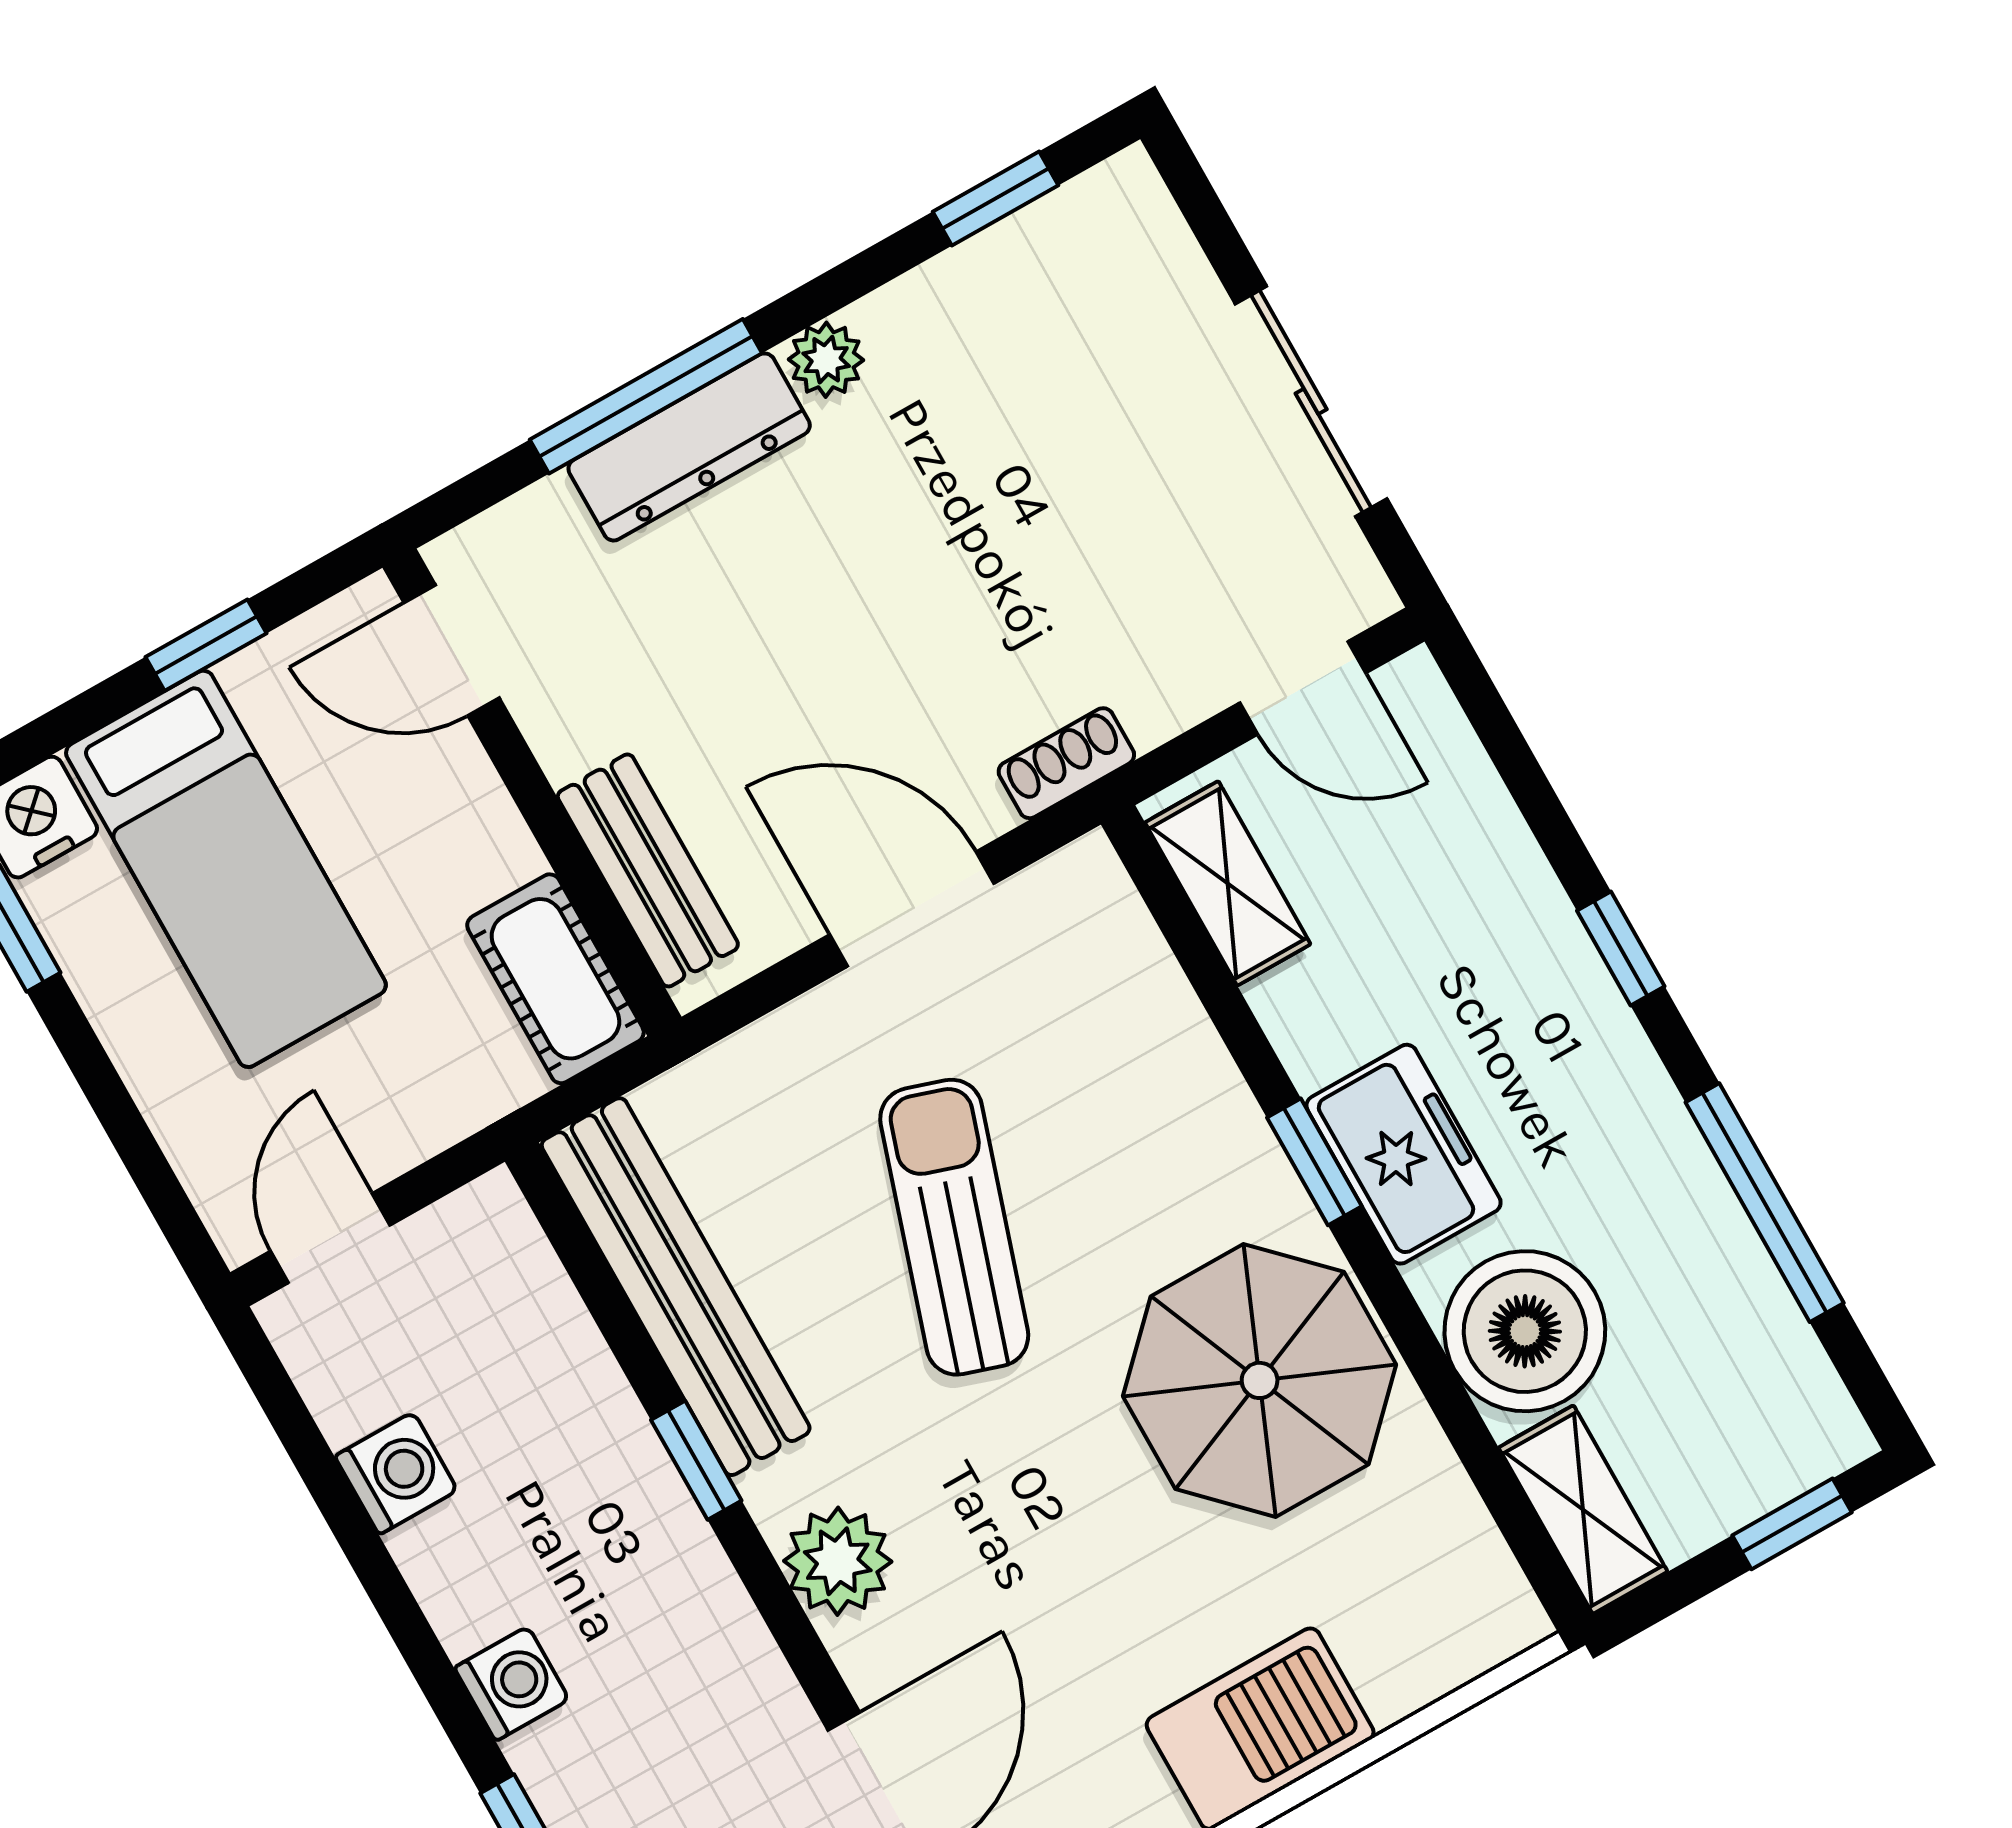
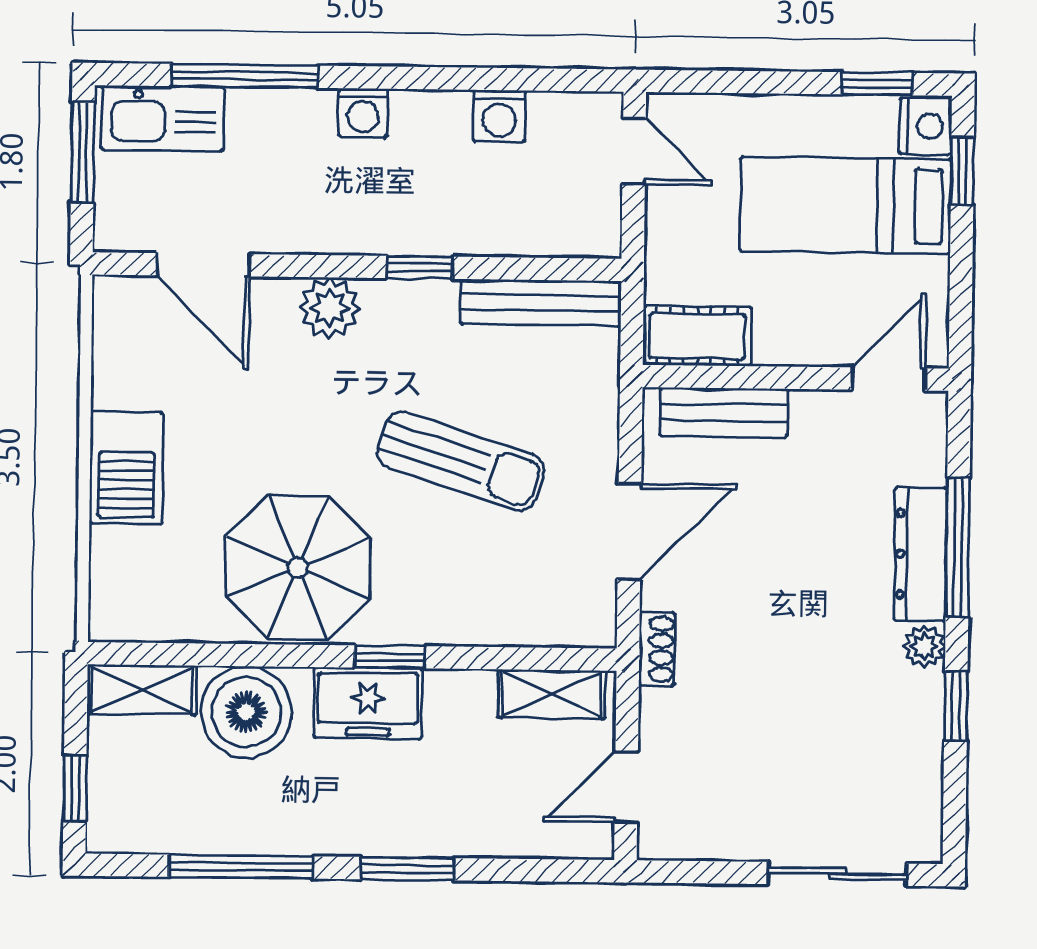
window: (995, 199) -> (956, 706), moved
sliding door: (1311, 401) -> (837, 874), moved
window: (206, 645) -> (962, 171), moved
window: (1621, 949) -> (407, 869), width x1.50
bench: (676, 1287) -> (541, 303), width x0.73, depth x0.82

